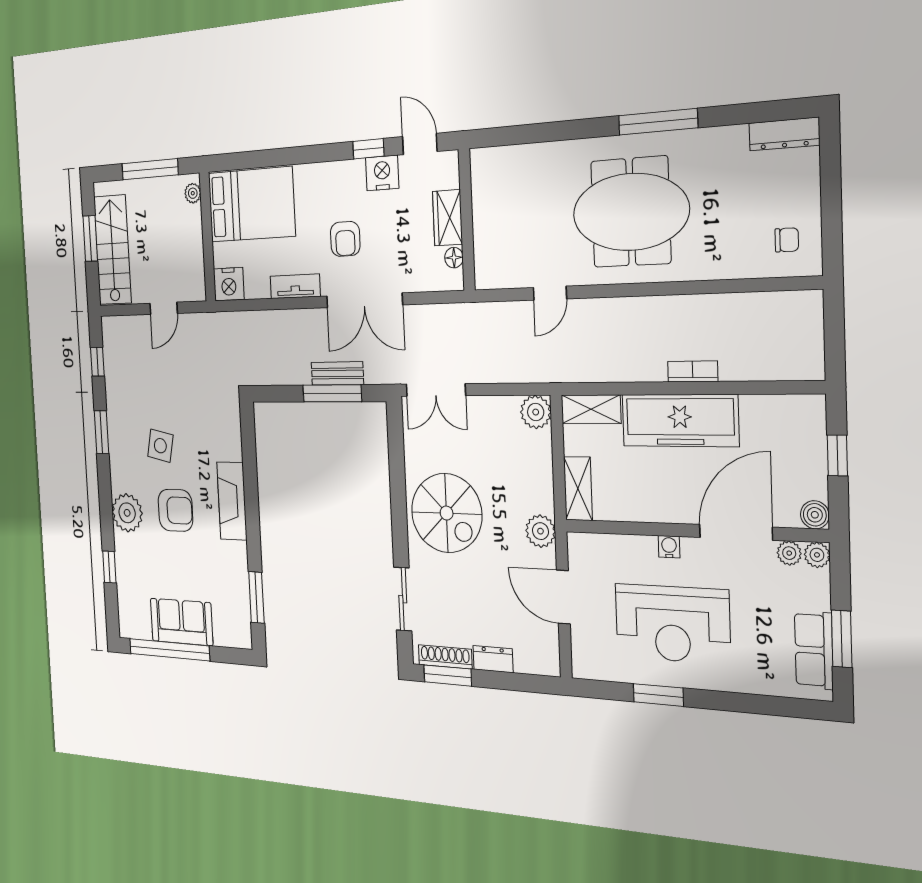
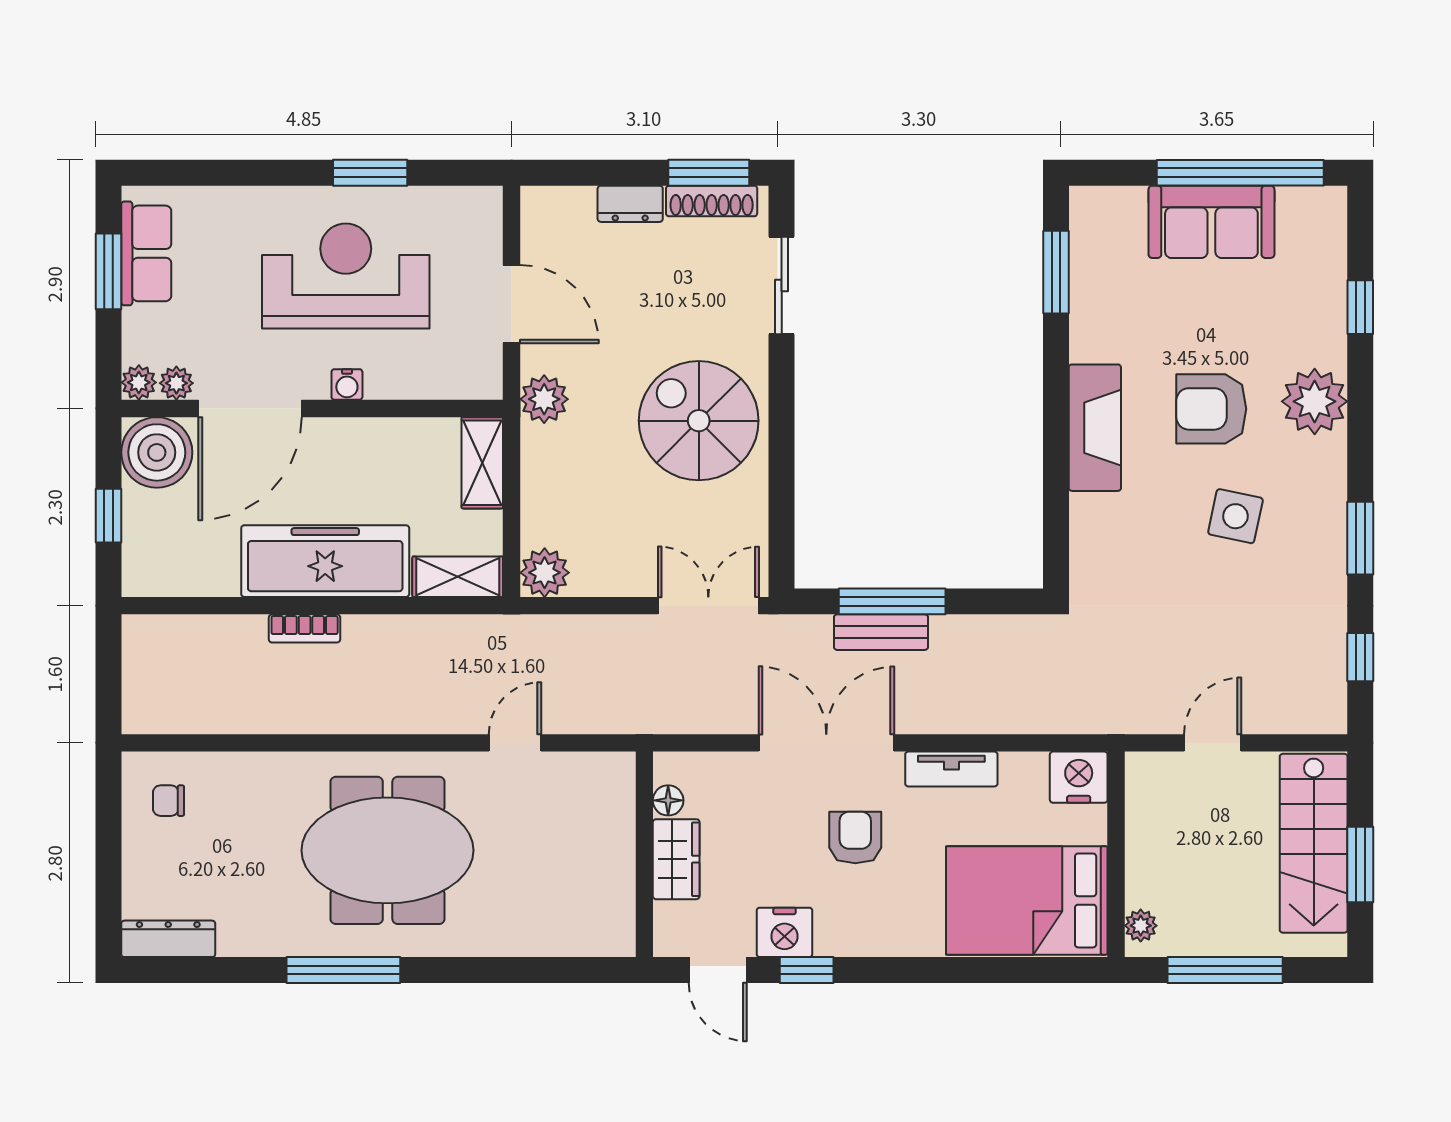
boiler: (815, 515) -> (157, 452), width x1.86, depth x1.86

